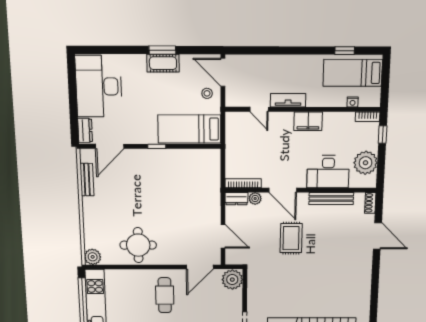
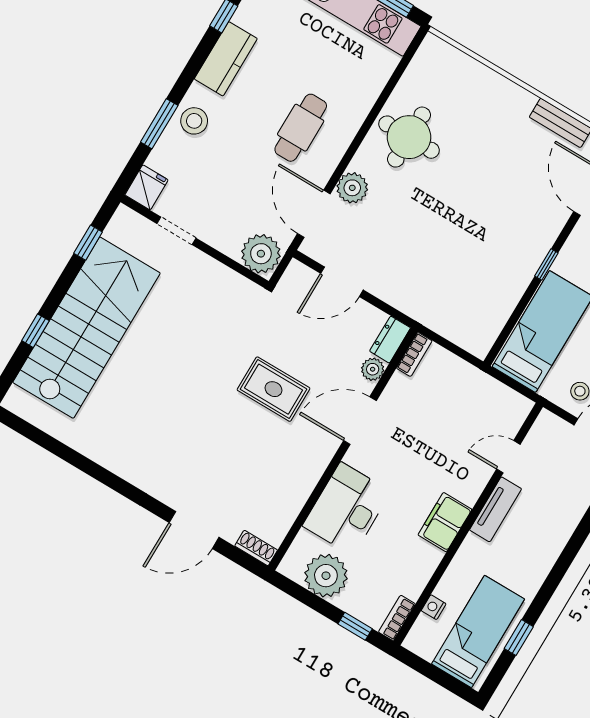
bookcase: (243, 183) -> (414, 354), width x0.64
bench: (331, 199) -> (300, 490), removed
plant: (93, 257) -> (352, 188), moved
cafe table: (165, 295) -> (301, 128), turned 90

